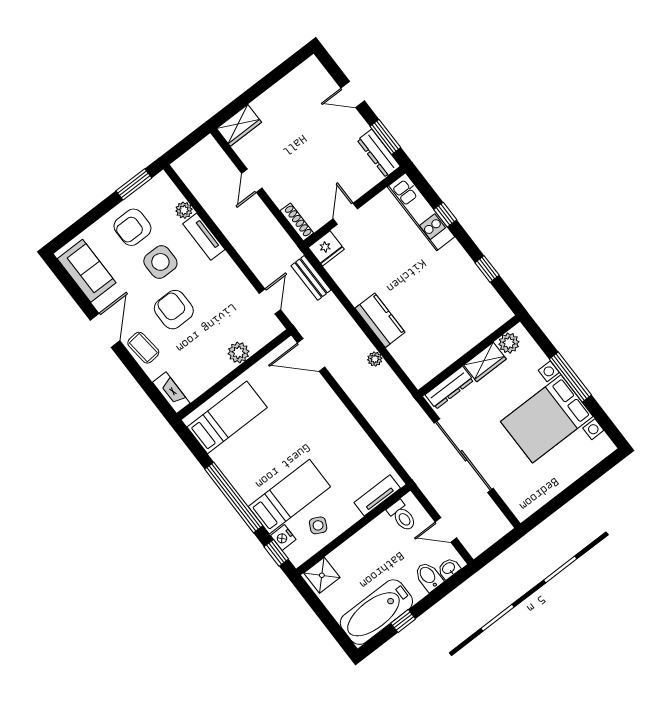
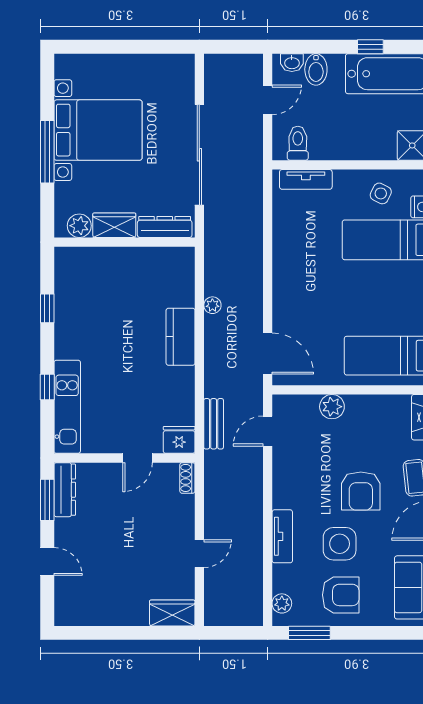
plant: (184, 210) -> (282, 603), moved
shoe rack: (297, 222) -> (187, 478), width x0.70
door: (446, 530) -> (268, 100), hinge flipped

